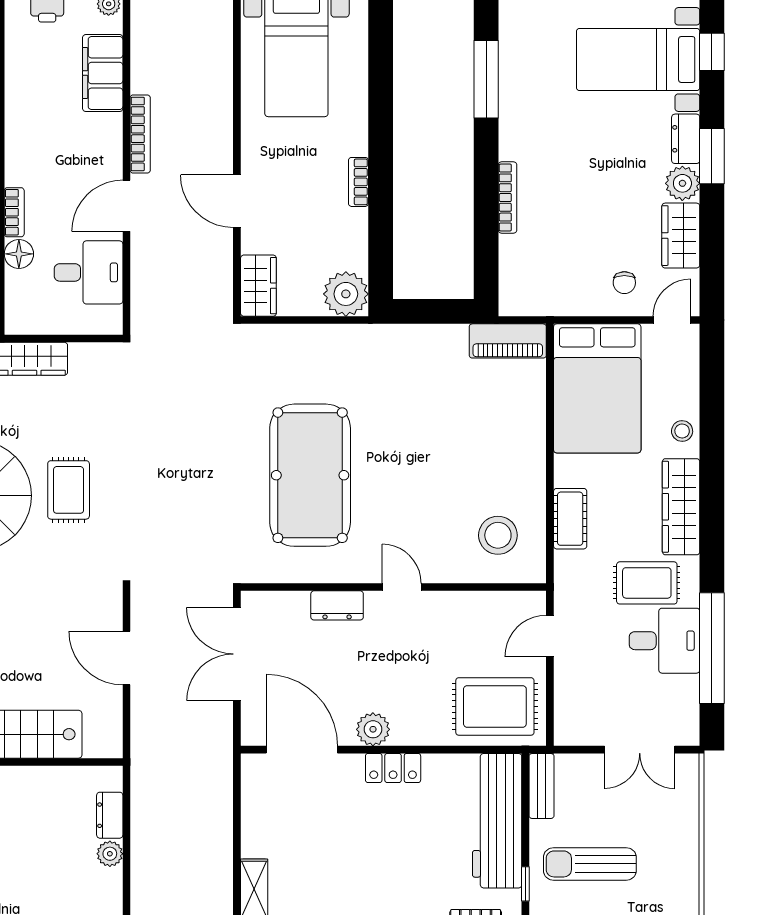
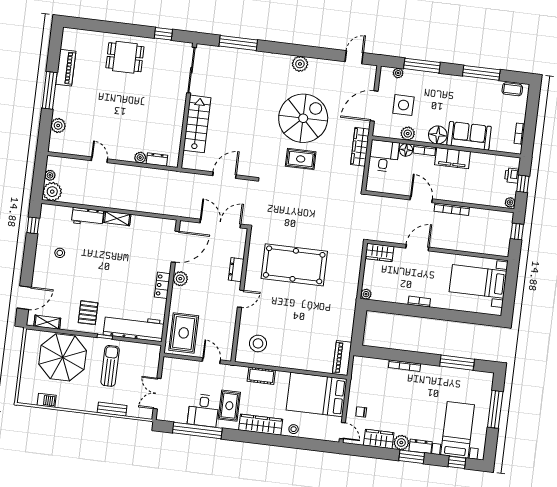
filing cabinet: (103, 73) -> (453, 158), moved, turned 180
desk: (89, 272) -> (384, 156), moved, turned 180
plant: (346, 294) -> (366, 294), width x0.53, depth x0.53
bench: (542, 786) -> (112, 409), moved

